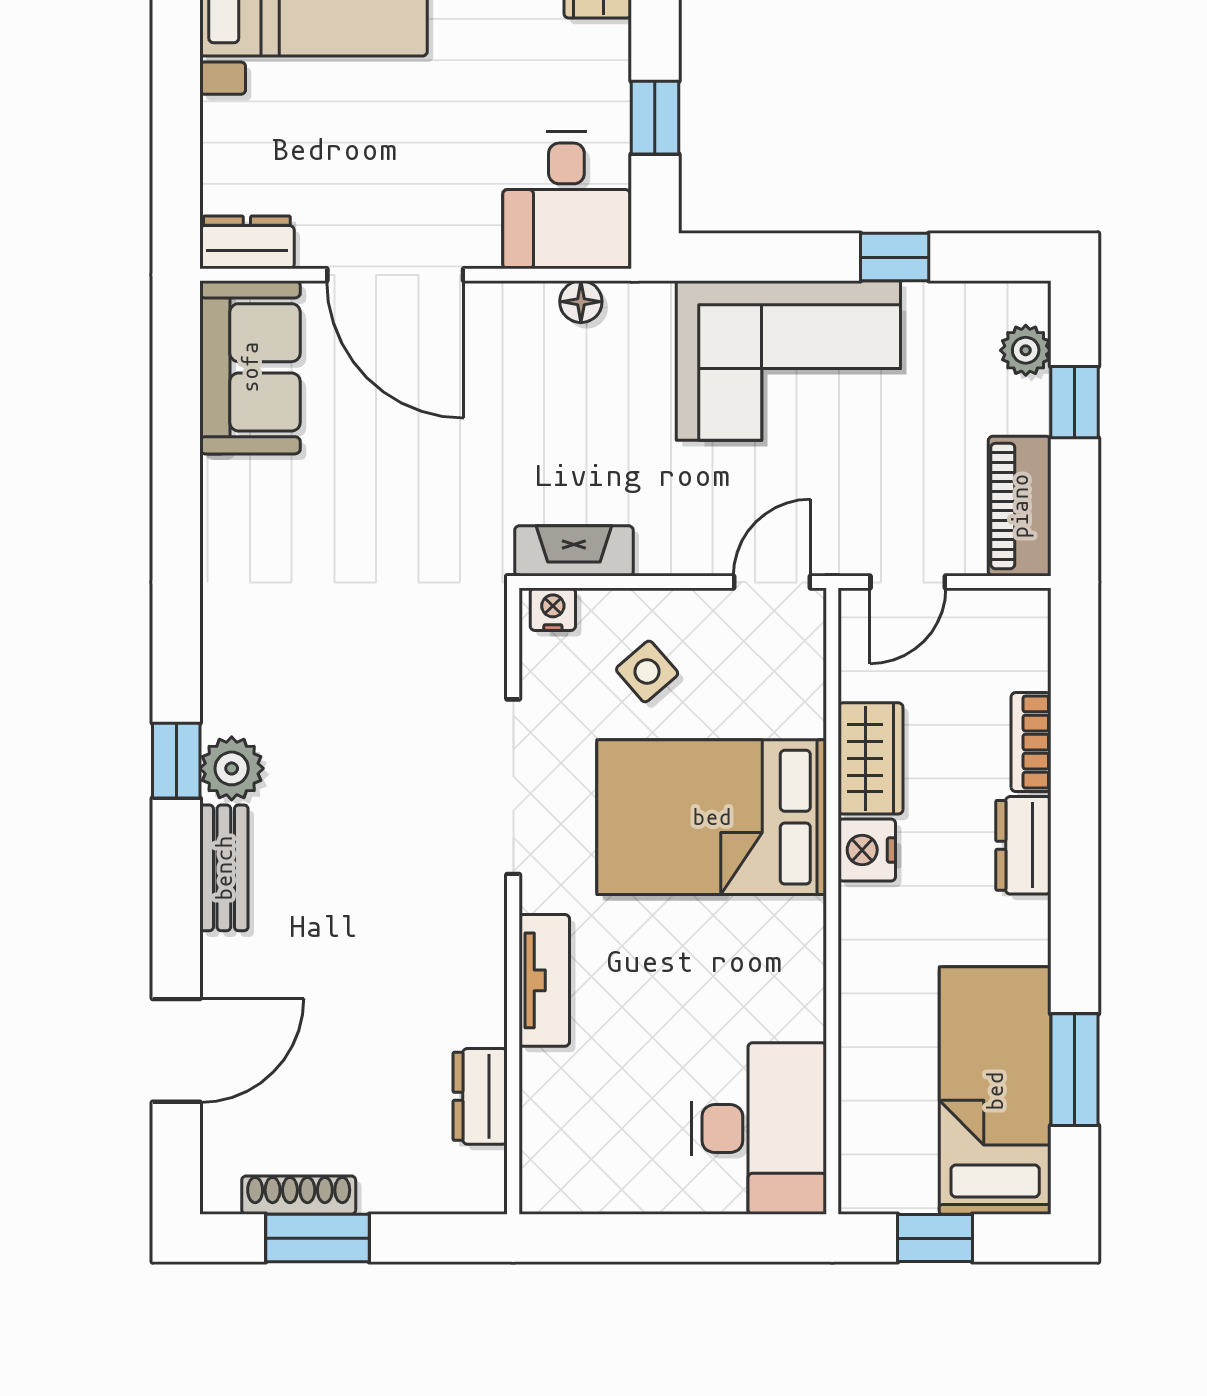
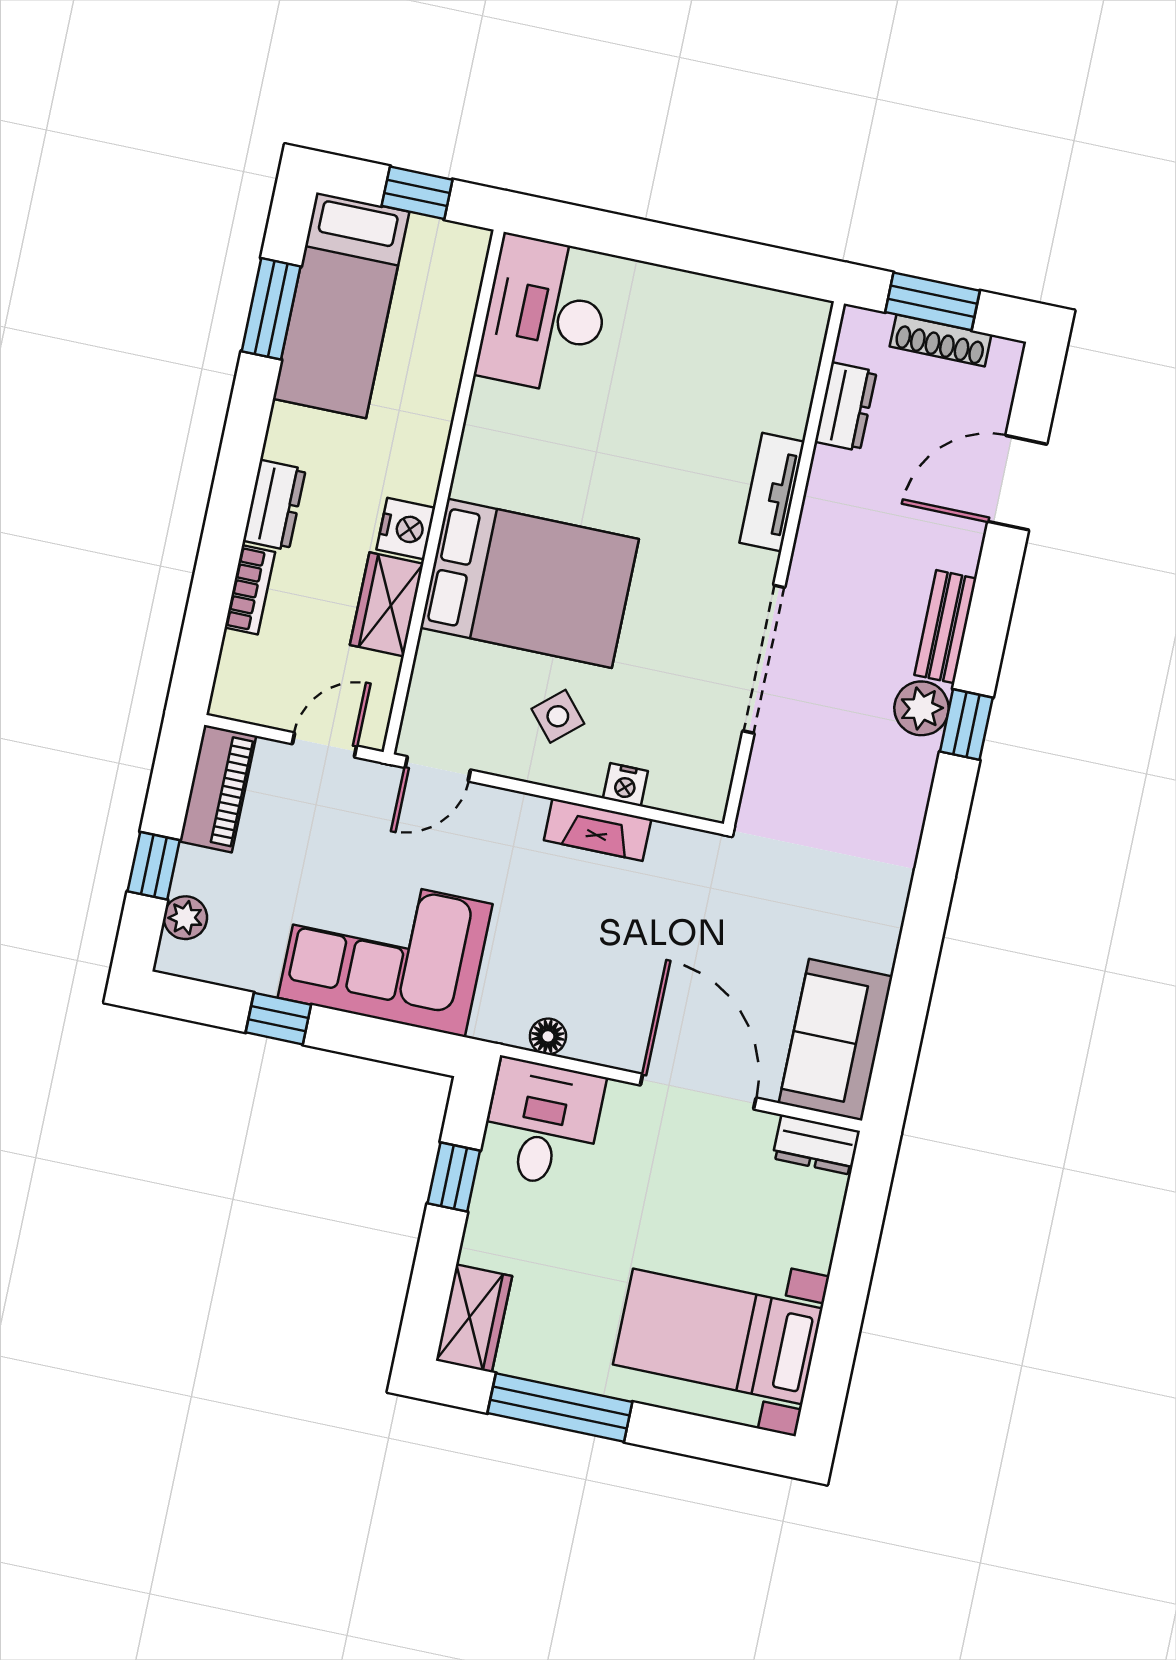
doorway: (513, 787) -> (764, 659), moved
wall: (513, 901) -> (784, 564), moved
tv unit: (544, 980) -> (772, 492), moved
dresser: (480, 1096) -> (846, 407), moved

